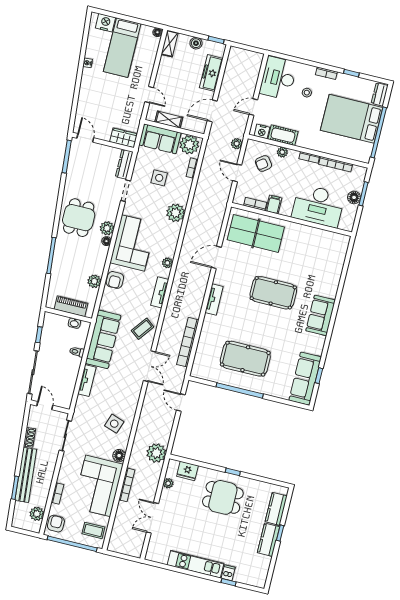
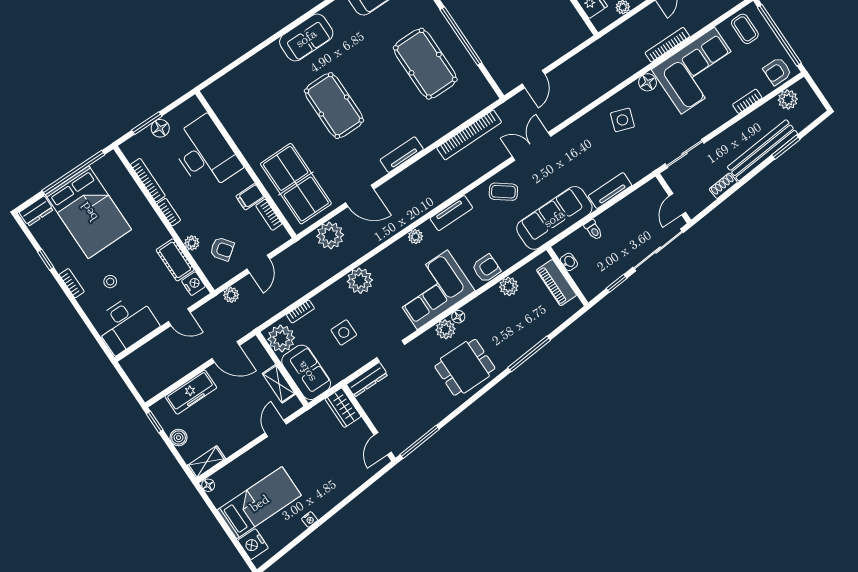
plant: (156, 453) -> (330, 236), moved

